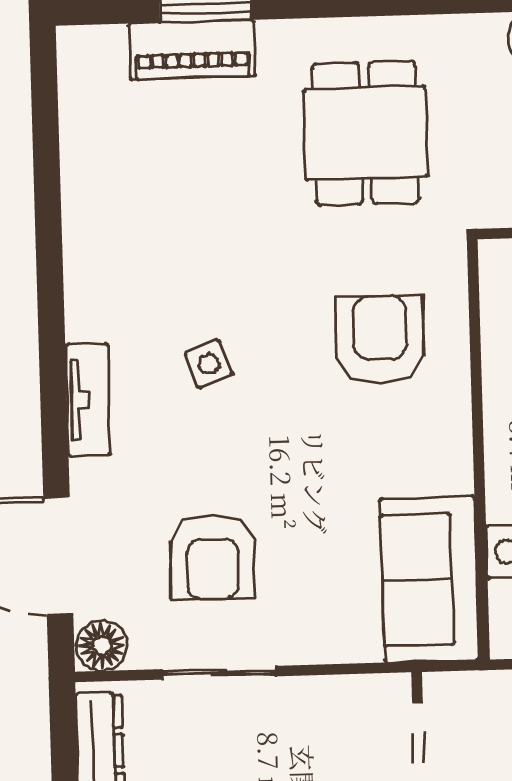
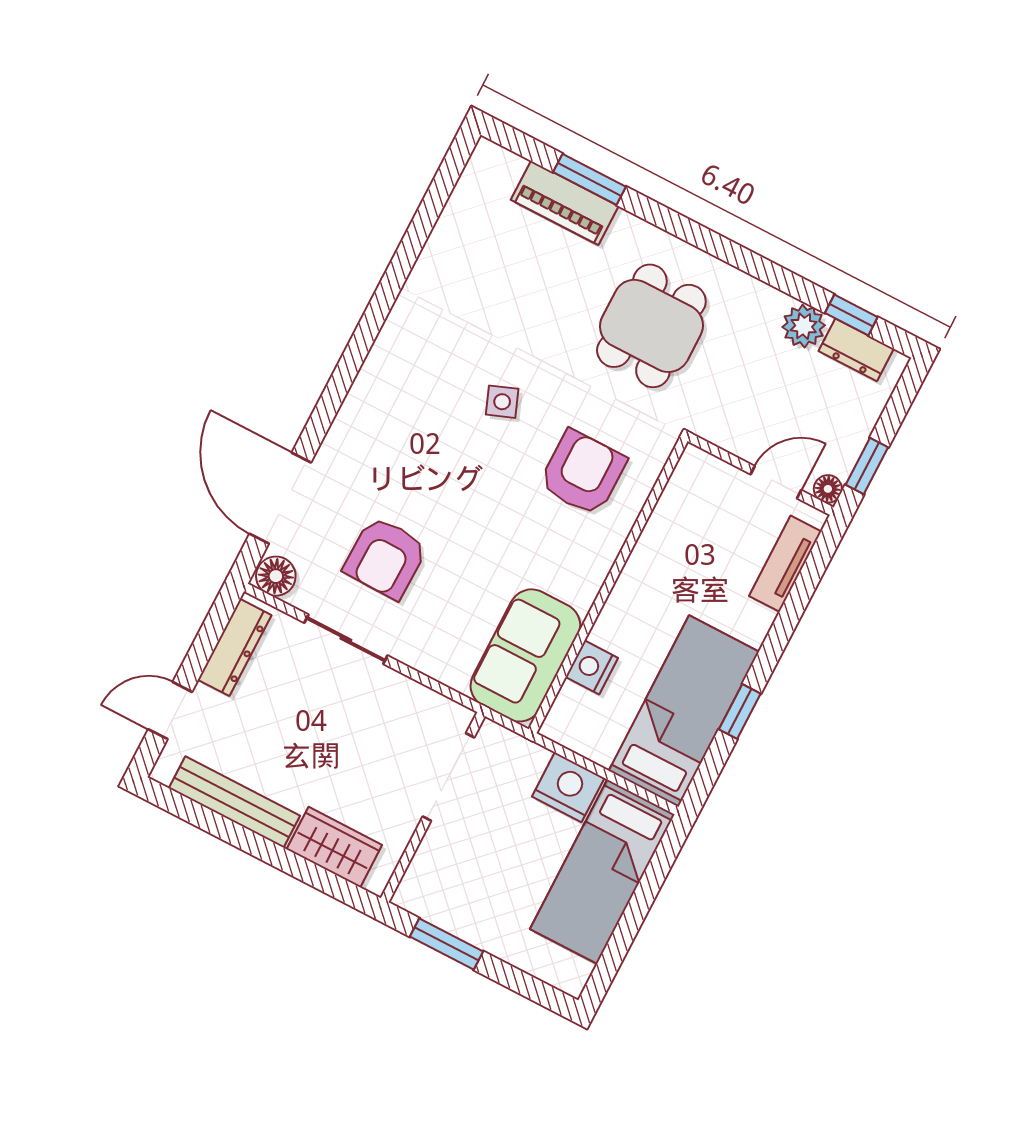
side table: (209, 364) -> (502, 402), moved
tv unit: (88, 399) -> (360, 402), removed

